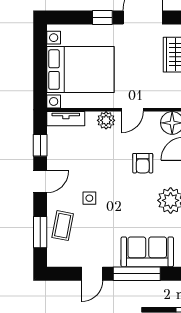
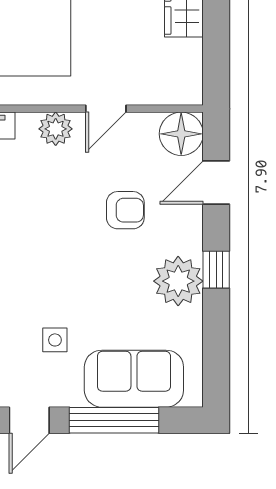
armchair: (143, 163) -> (125, 210), turned -90
side table: (89, 198) -> (55, 340), moved

